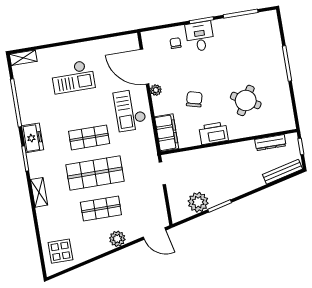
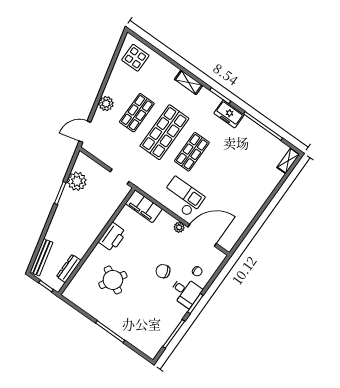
checkout: (73, 77) -> (243, 181), removed
chair: (194, 99) -> (163, 271), moved, turned 148

